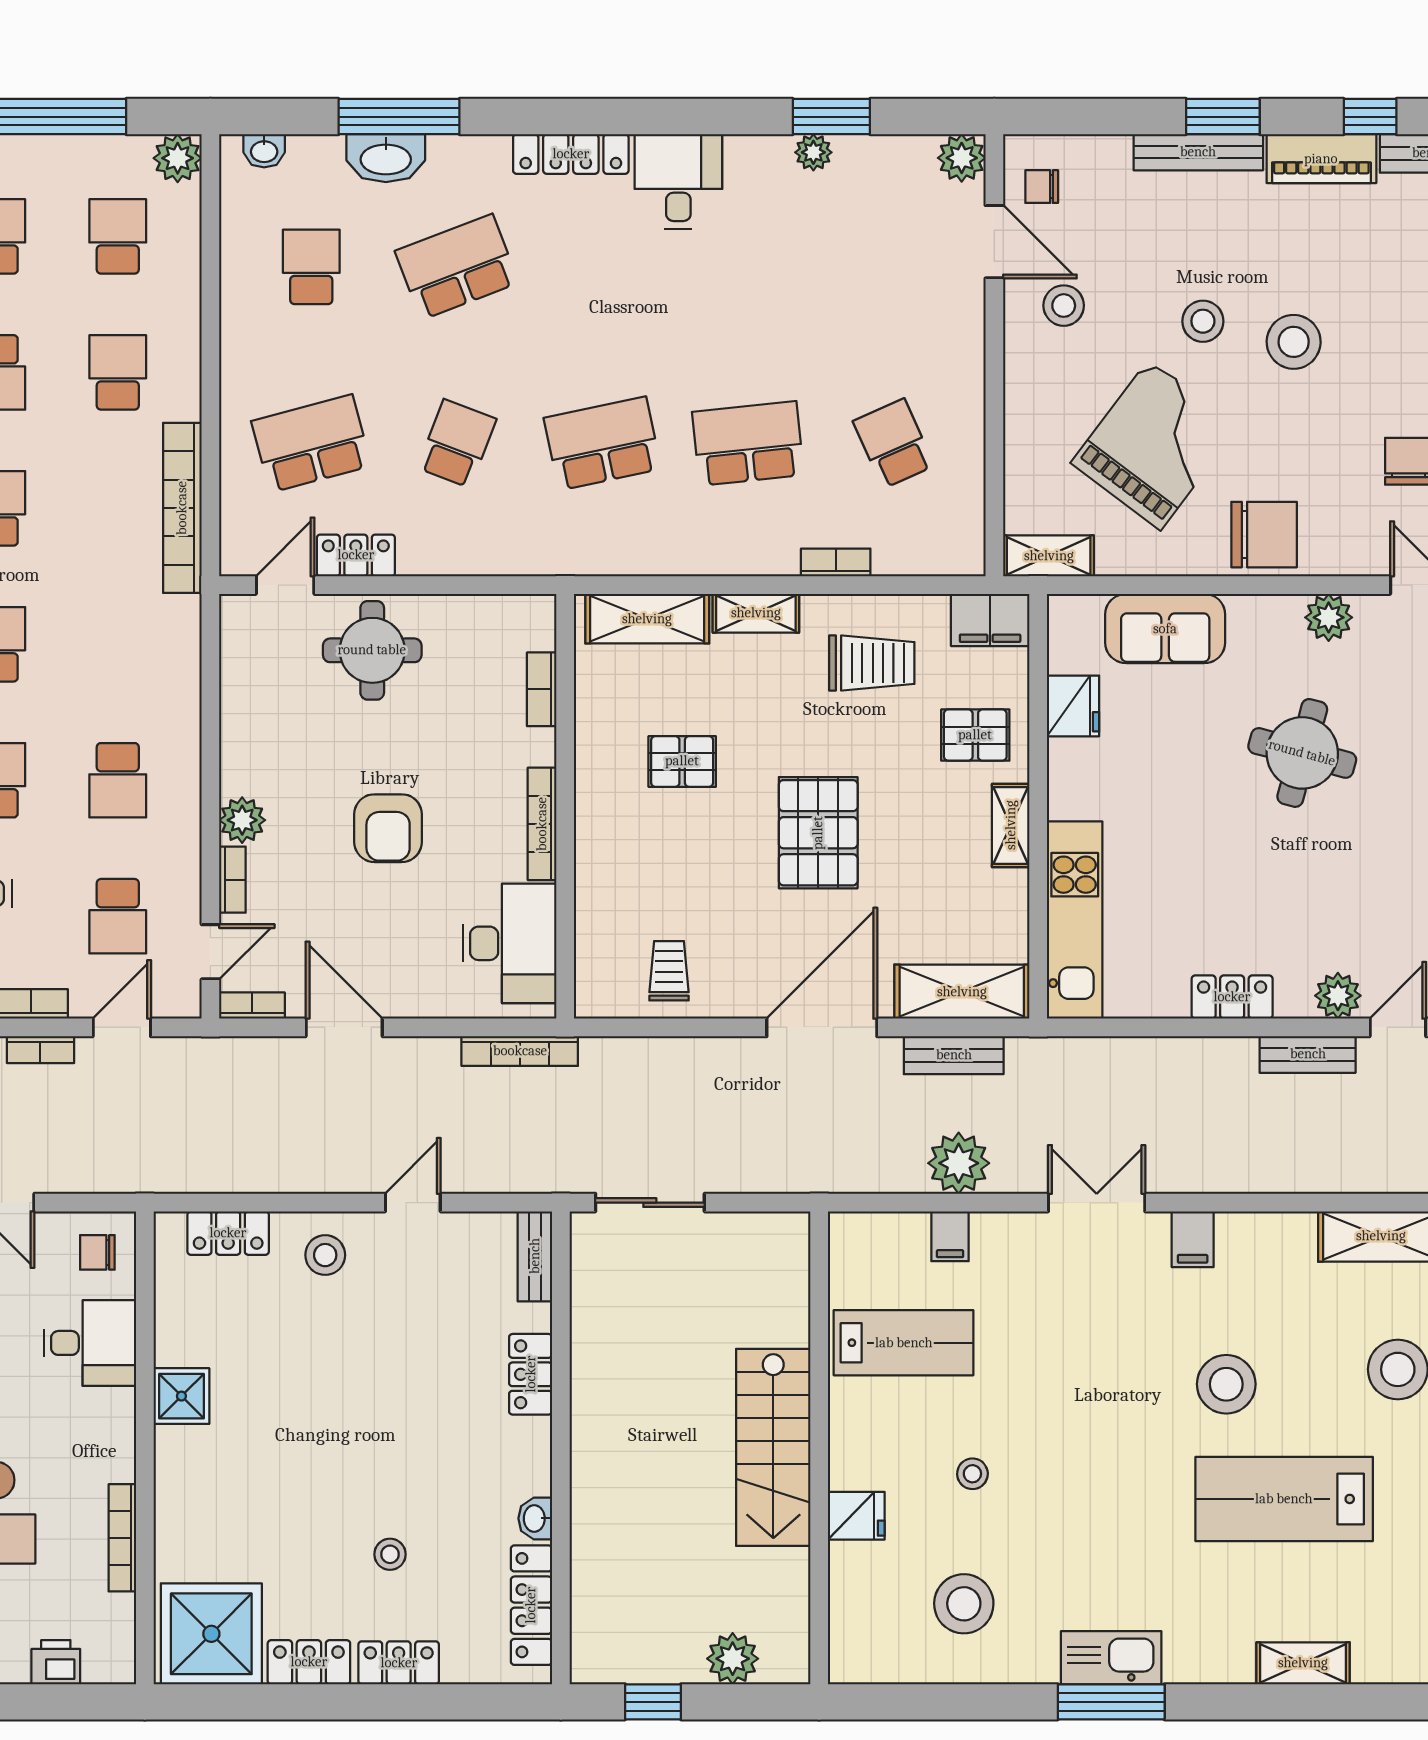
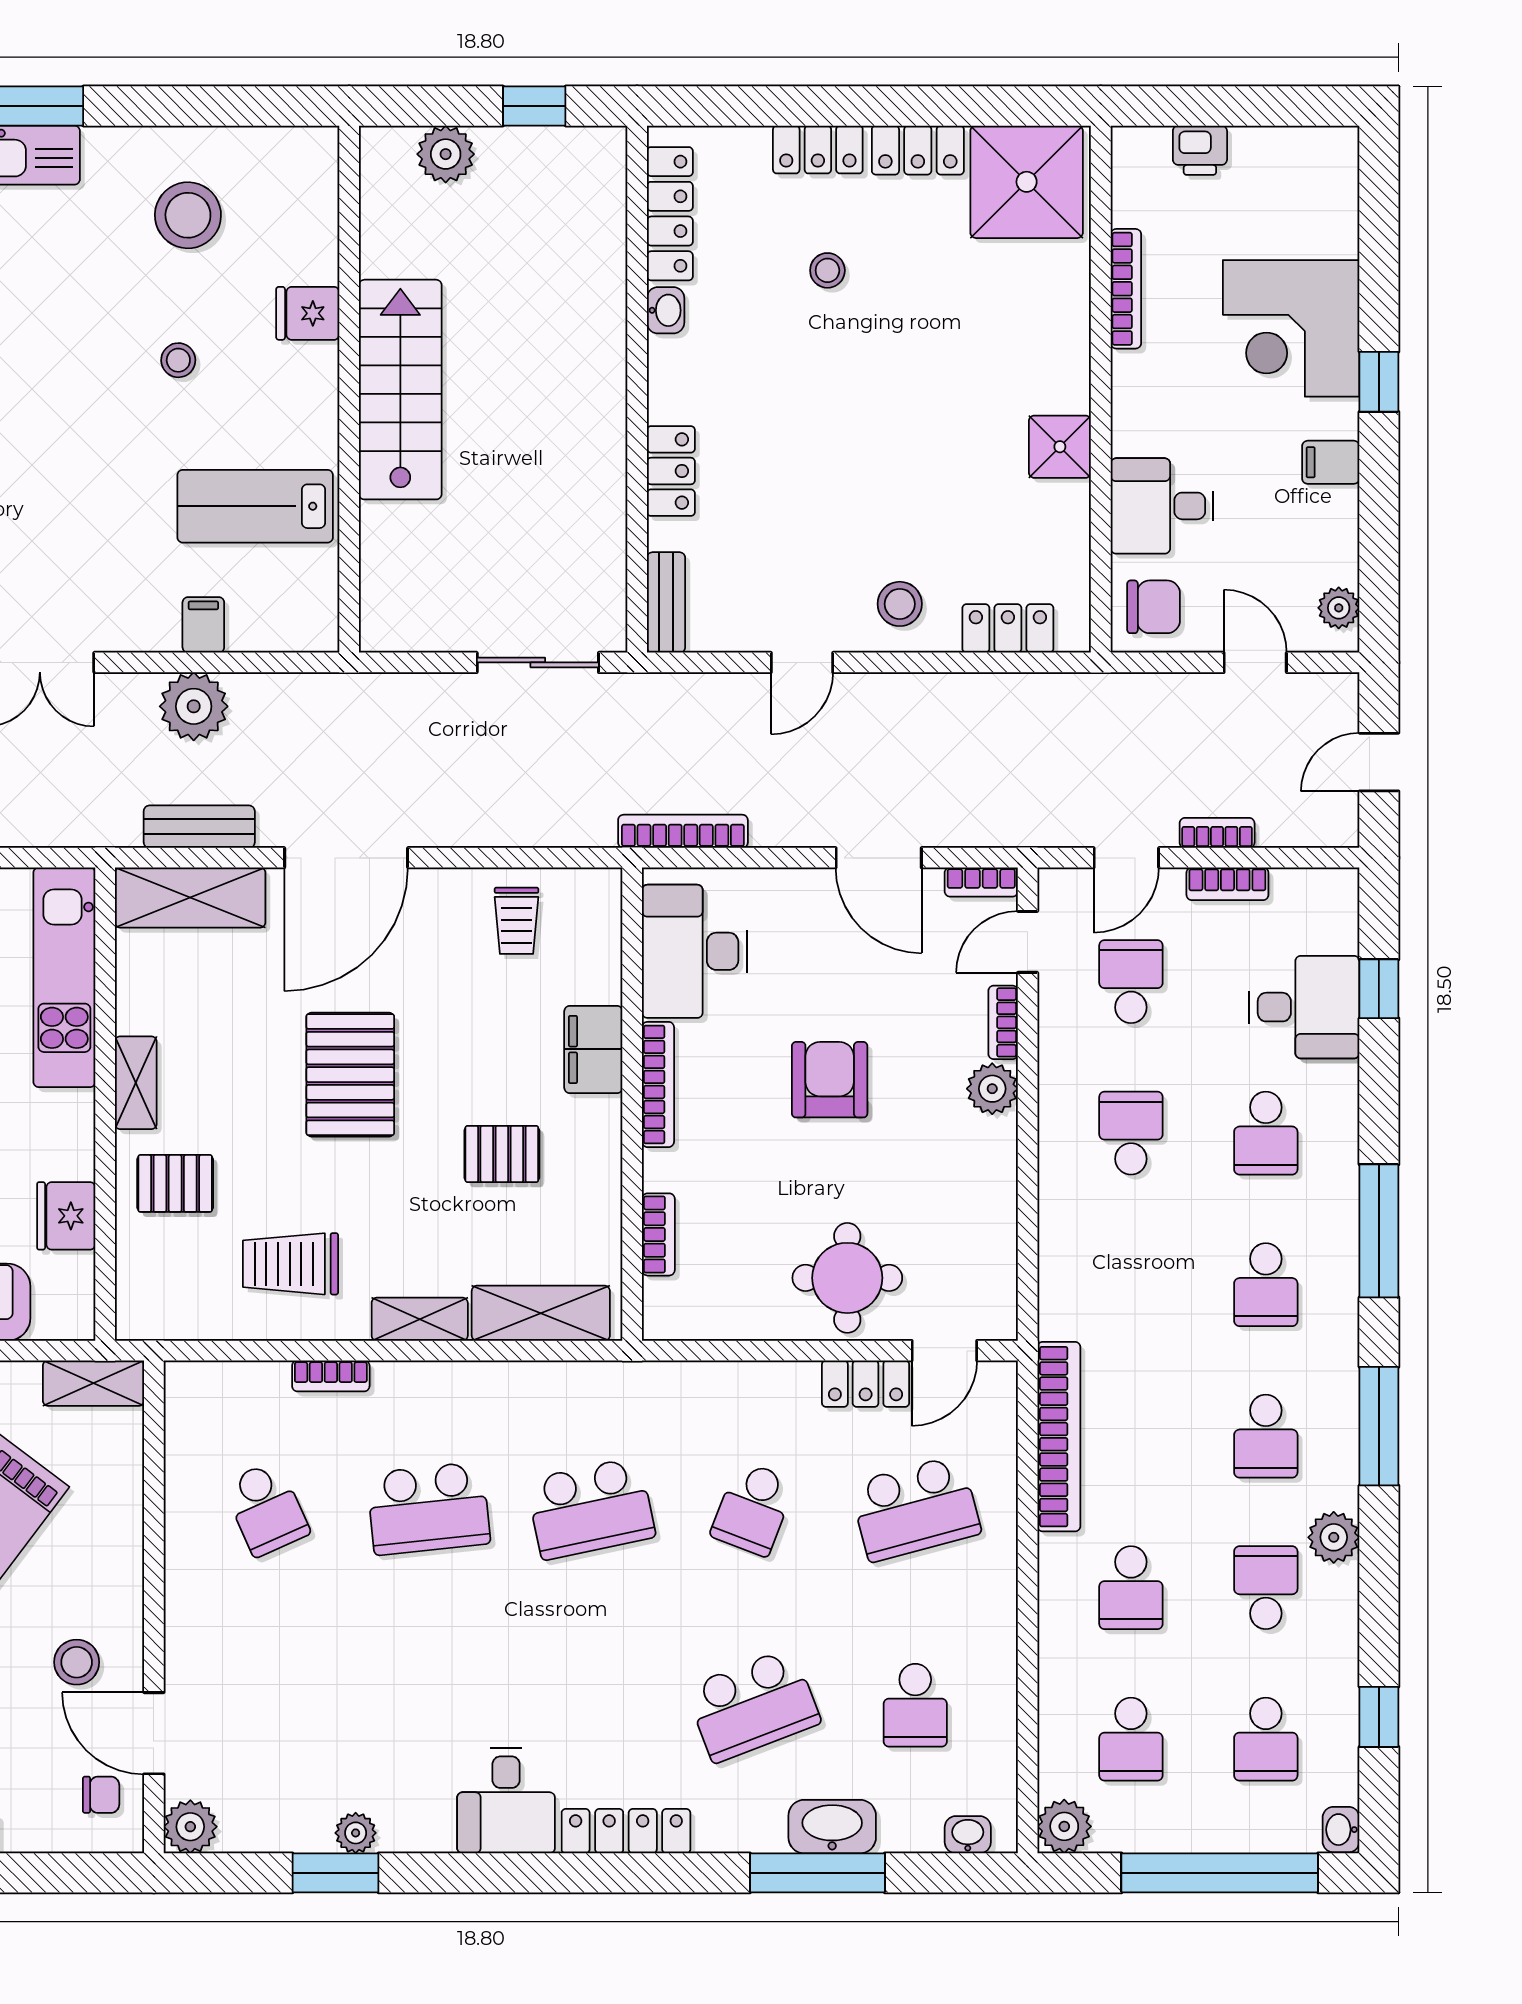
filing cabinet: (990, 620) -> (593, 1049), moved, turned -90
chair: (97, 1252) -> (1154, 607), width x1.37, depth x1.37

